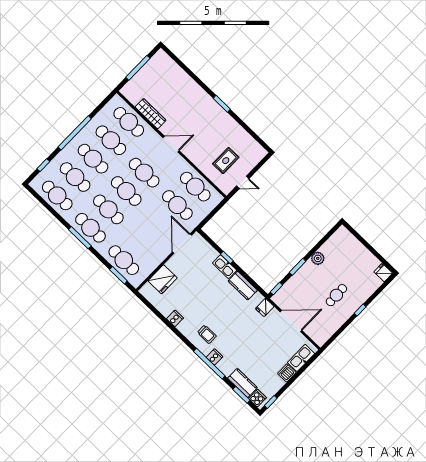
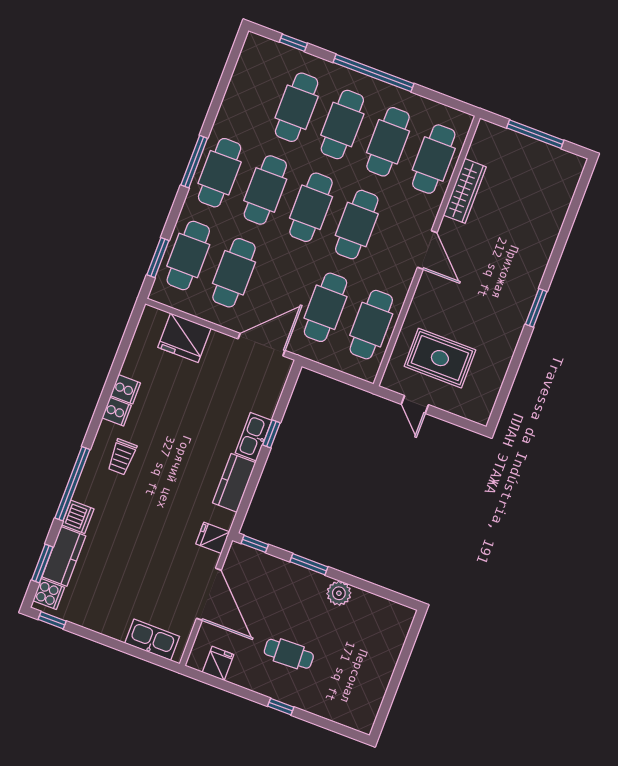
rug: (226, 161) -> (440, 358), width x1.36, depth x1.43
cafe table: (57, 195) -> (234, 273), moved
fridge: (383, 273) -> (218, 663), moved
cooker: (214, 357) -> (117, 412), moved
dishwasher: (287, 373) -> (78, 517), moved, turned 90

